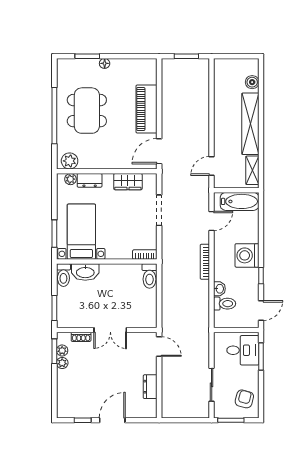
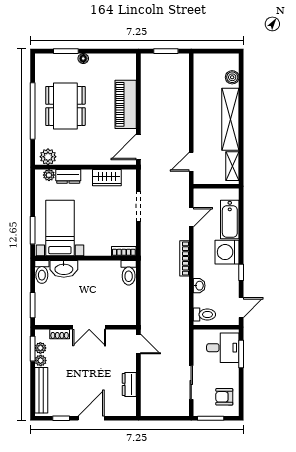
bathtub: (240, 201) -> (230, 220), moved, turned 90
toilet: (225, 304) -> (204, 314), moved
bench: (63, 392) -> (41, 390), added
armchair: (244, 399) -> (224, 397), turned -105

